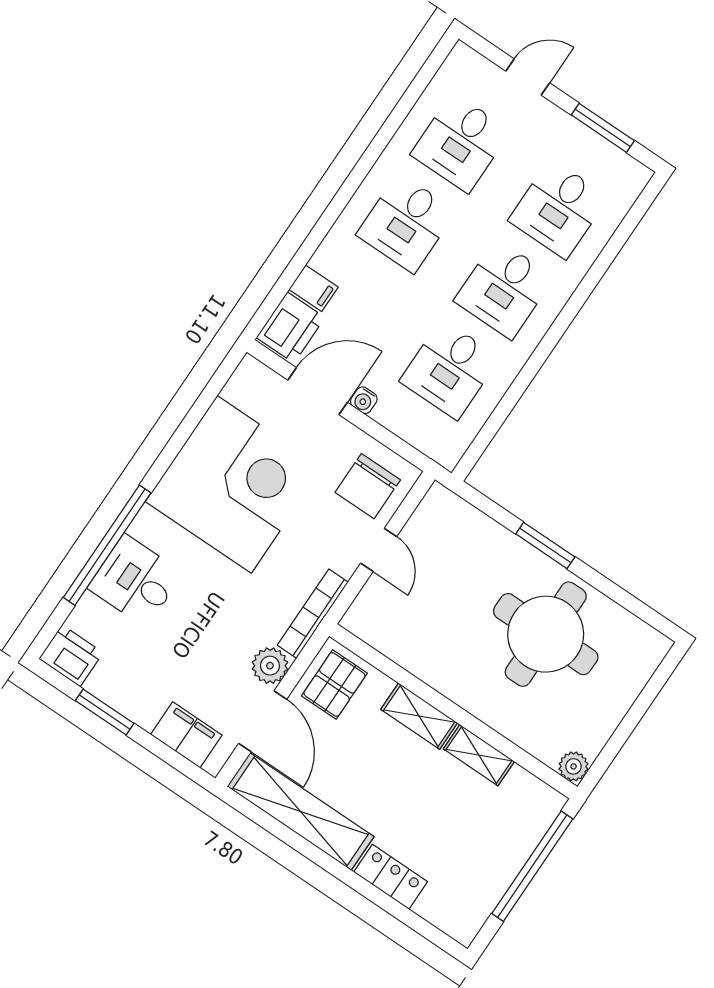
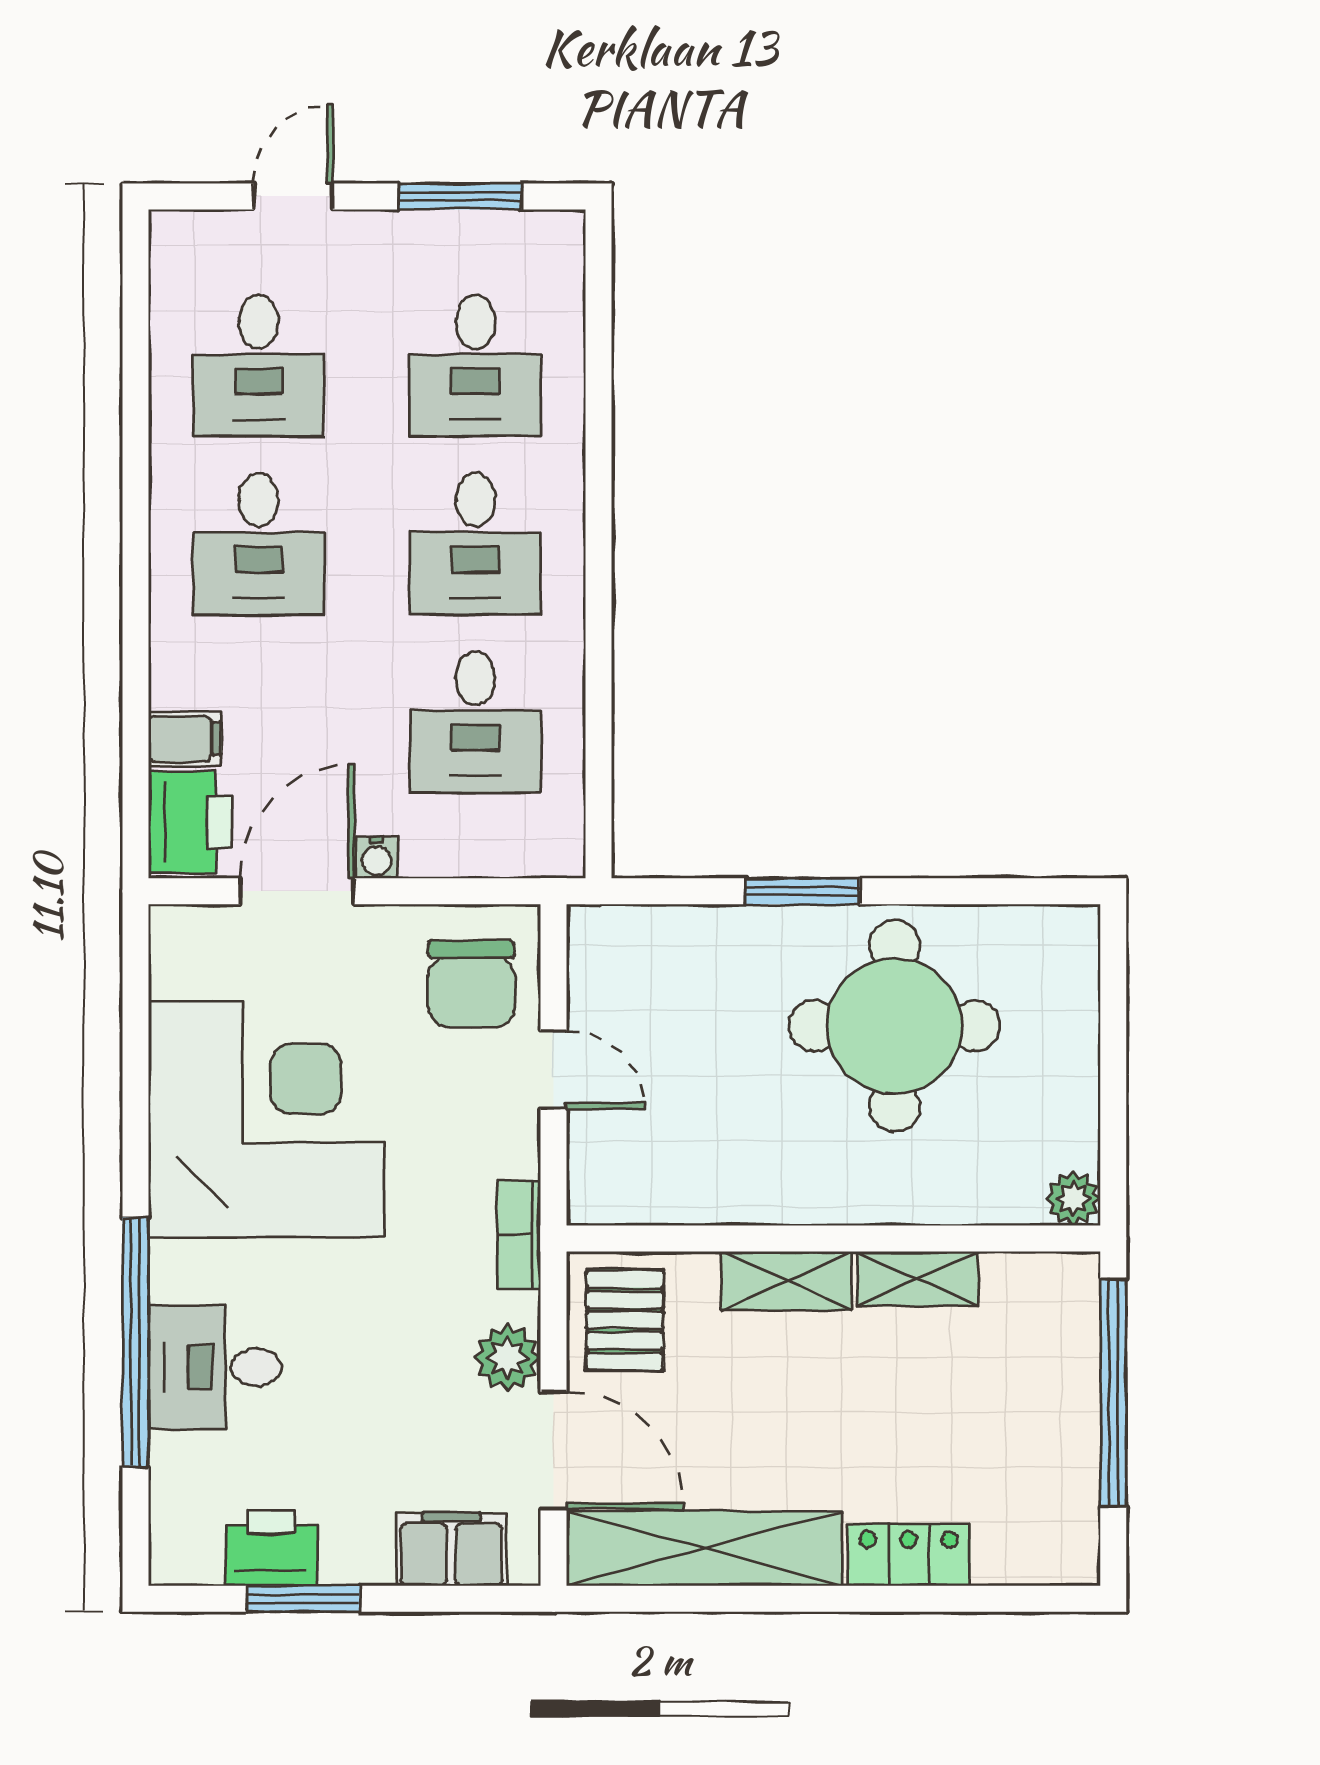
bookcase: (313, 614) -> (519, 1235), width x0.64
printer: (71, 656) -> (271, 1548), moved

